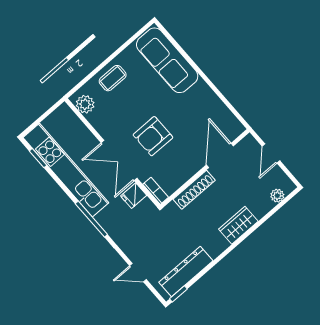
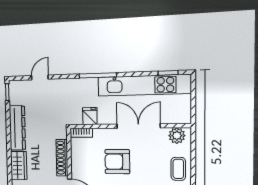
armchair: (153, 136) -> (117, 162), turned -90
double door: (119, 160) -> (138, 126), moved
dresser: (186, 271) -> (17, 128), moved

